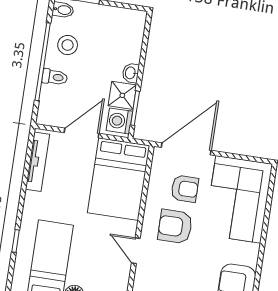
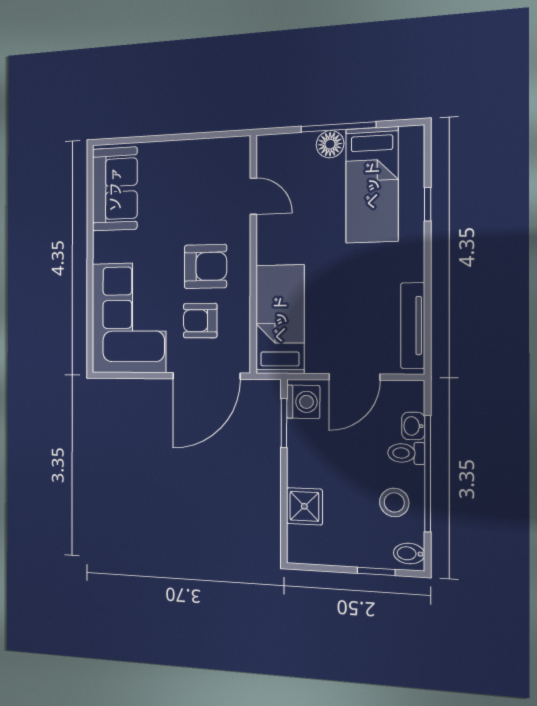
washbasin: (131, 73) -> (413, 426), moved, turned 180
shower: (122, 95) -> (304, 506), moved
bed: (119, 179) -> (280, 319), width x0.67
door: (136, 251) -> (253, 196), moved

